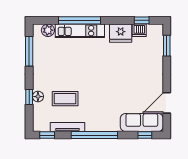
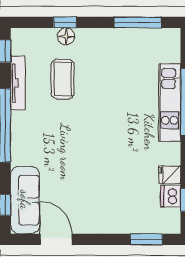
plant: (48, 30) -> (170, 52), removed
fridge: (121, 33) -> (170, 175), width x0.53, depth x0.75

